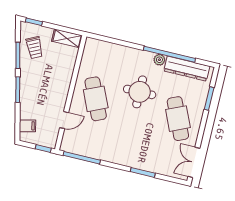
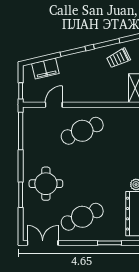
round table: (140, 92) -> (46, 184), moved
door: (64, 120) -> (54, 105), swing flipped
filing cabinet: (28, 126) -> (45, 68), width x2.00

